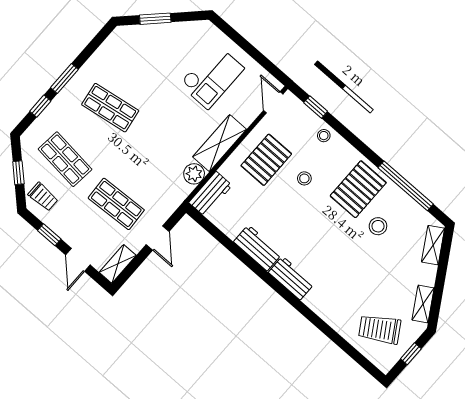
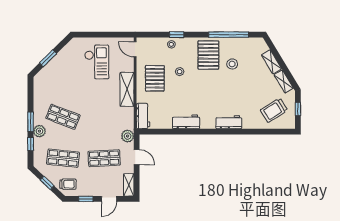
plant: (65, 100) -> (39, 131), added
window: (316, 107) -> (177, 35), moved
shop shelf: (110, 108) -> (63, 117), turned 30
plant: (194, 174) -> (128, 136), moved
shelving: (433, 245) -> (272, 62), moved
door: (78, 260) -> (109, 199), hinge flipped
workbench: (291, 278) -> (229, 122), moved

